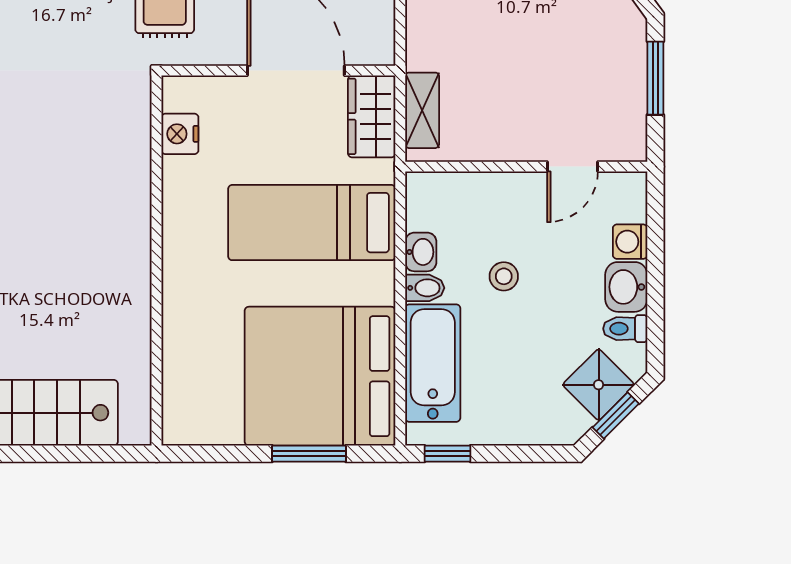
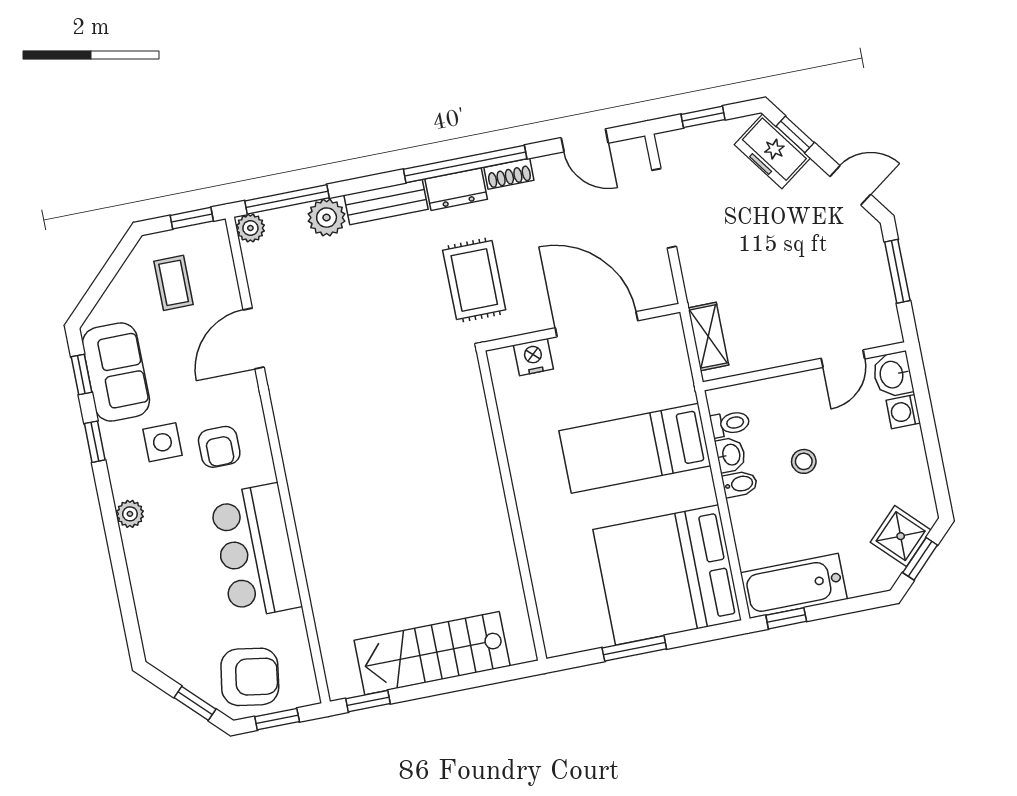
wardrobe: (372, 116) -> (667, 350), removed
nightstand: (180, 134) -> (533, 357), moved, turned 90
washbasin: (626, 287) -> (893, 374), moved
toilet: (625, 329) -> (730, 424), moved, turned 180
bathtub: (433, 363) -> (794, 586), moved, turned -90
window: (309, 454) -> (634, 648), moved

